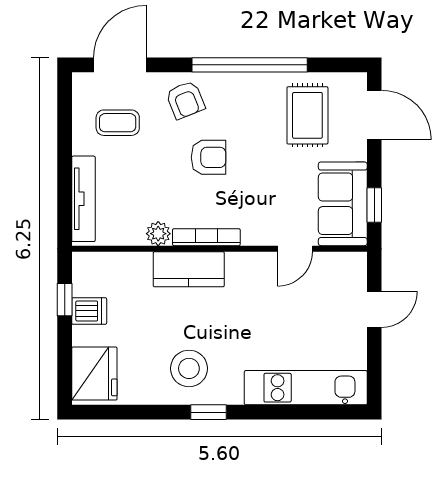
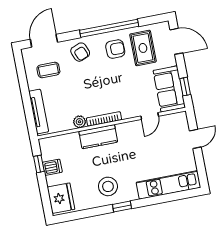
armchair: (209, 157) -> (115, 49), moved

